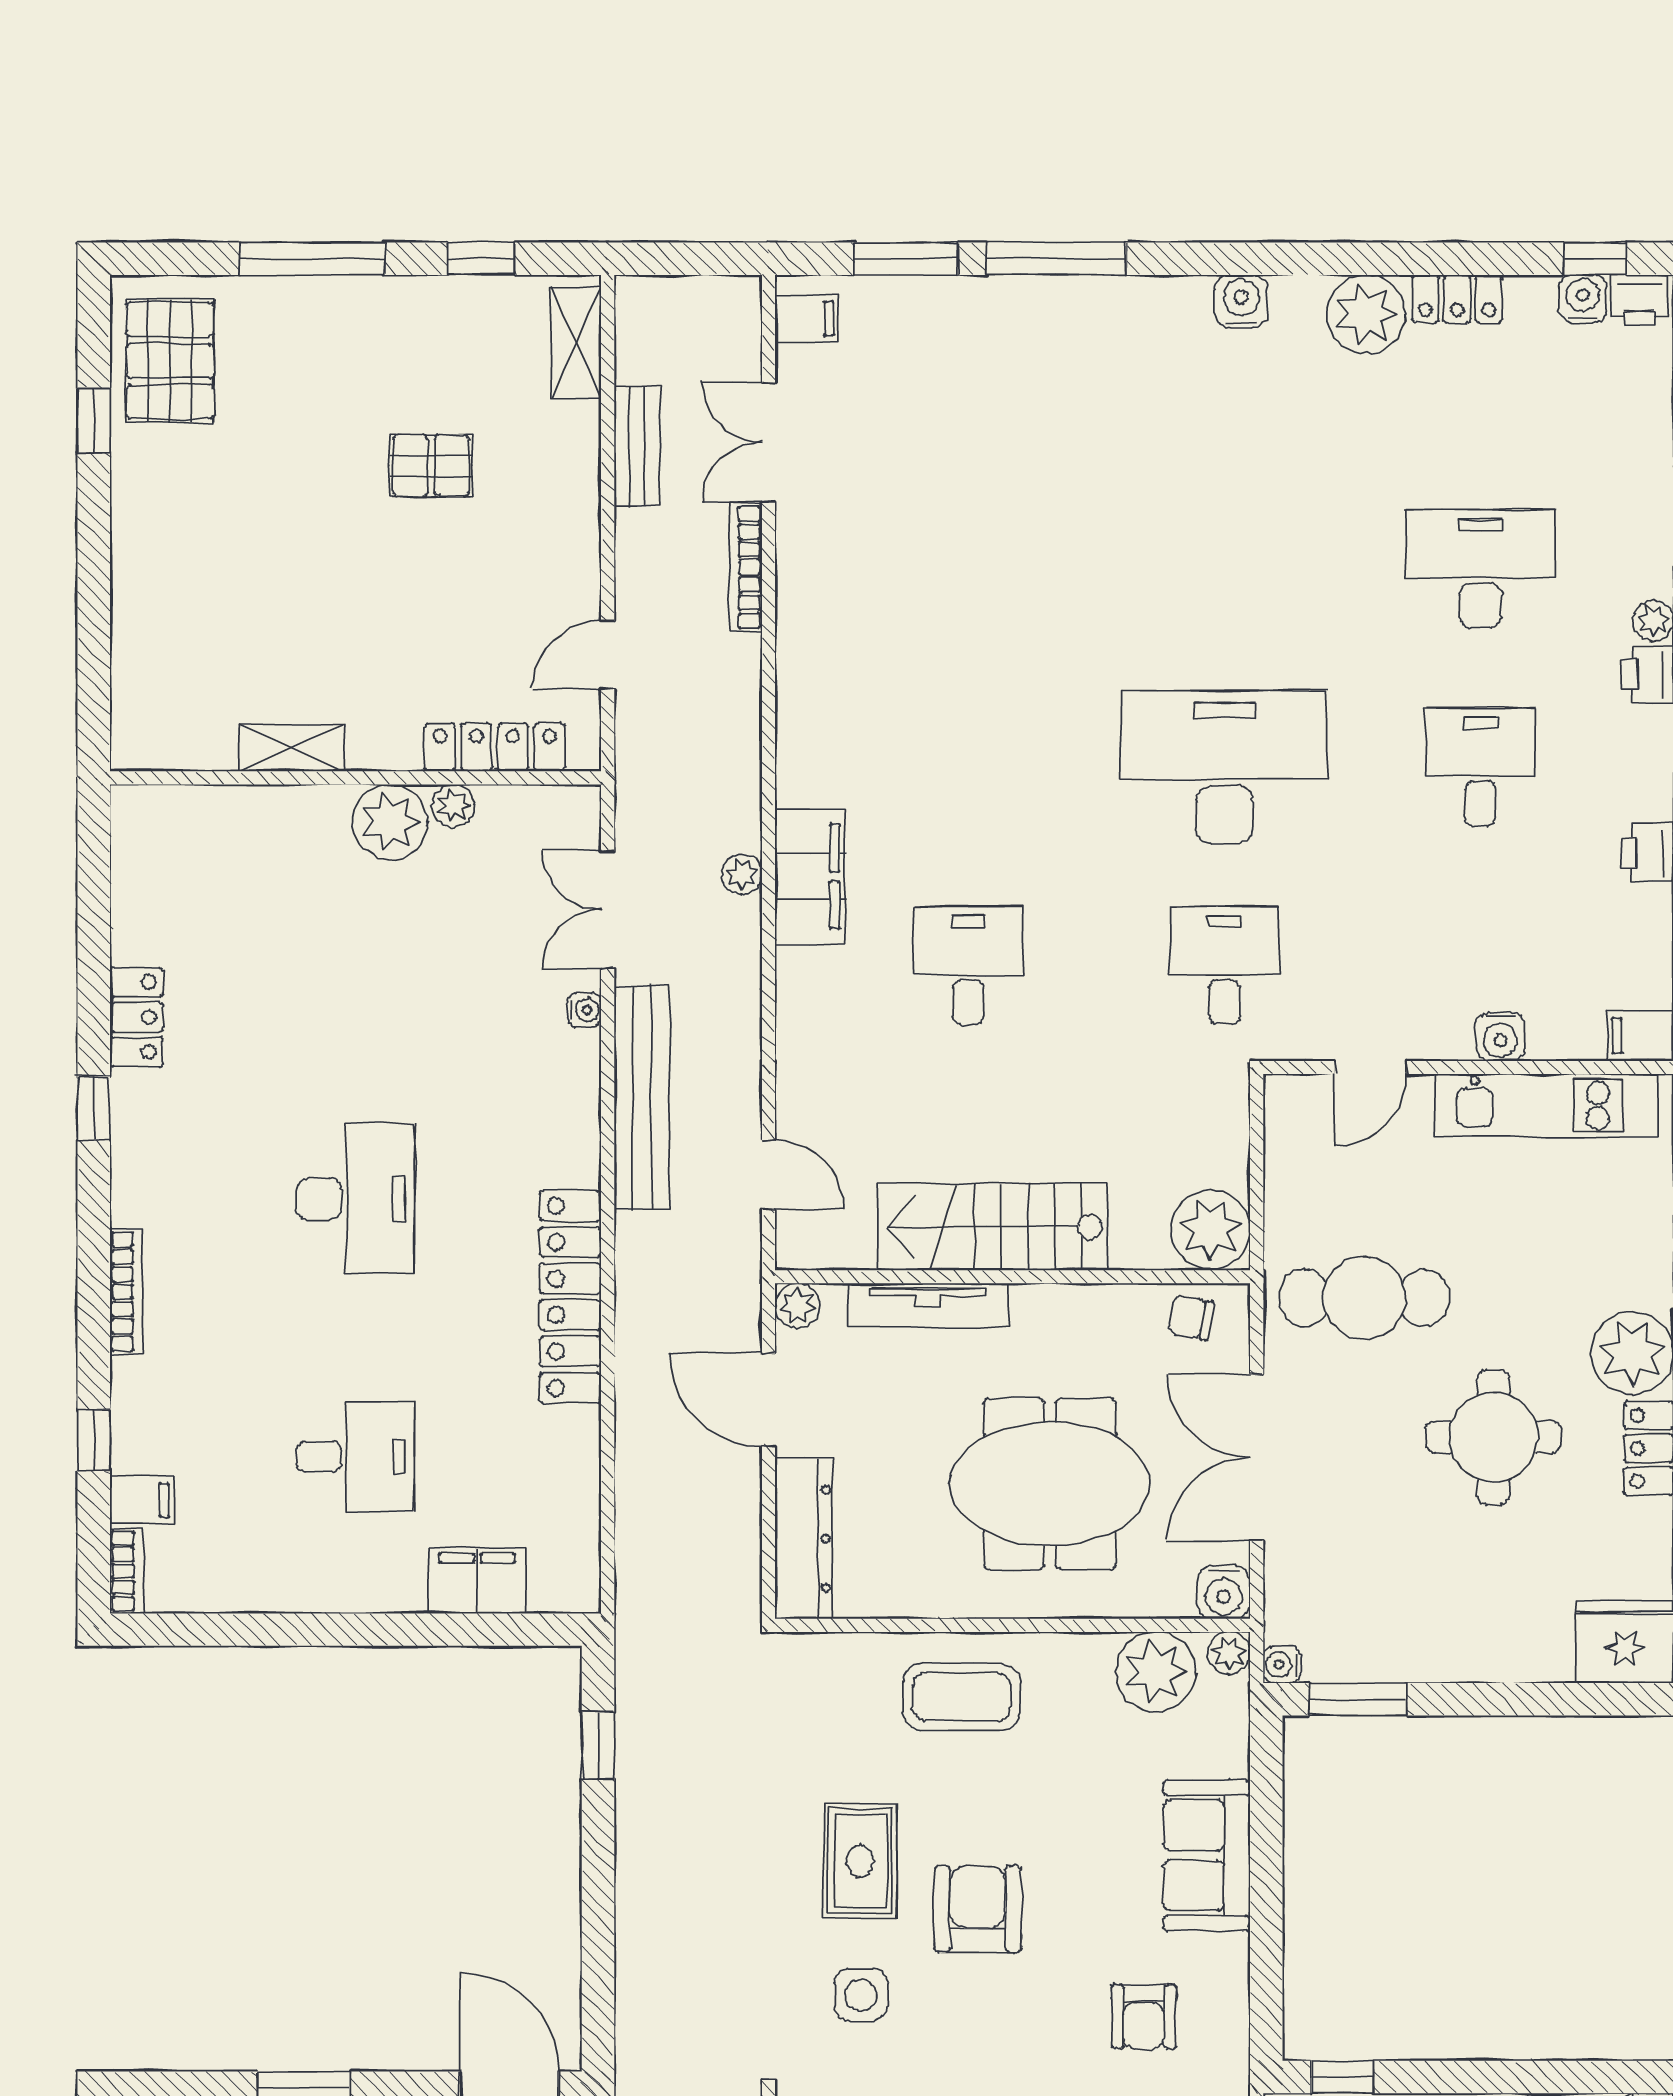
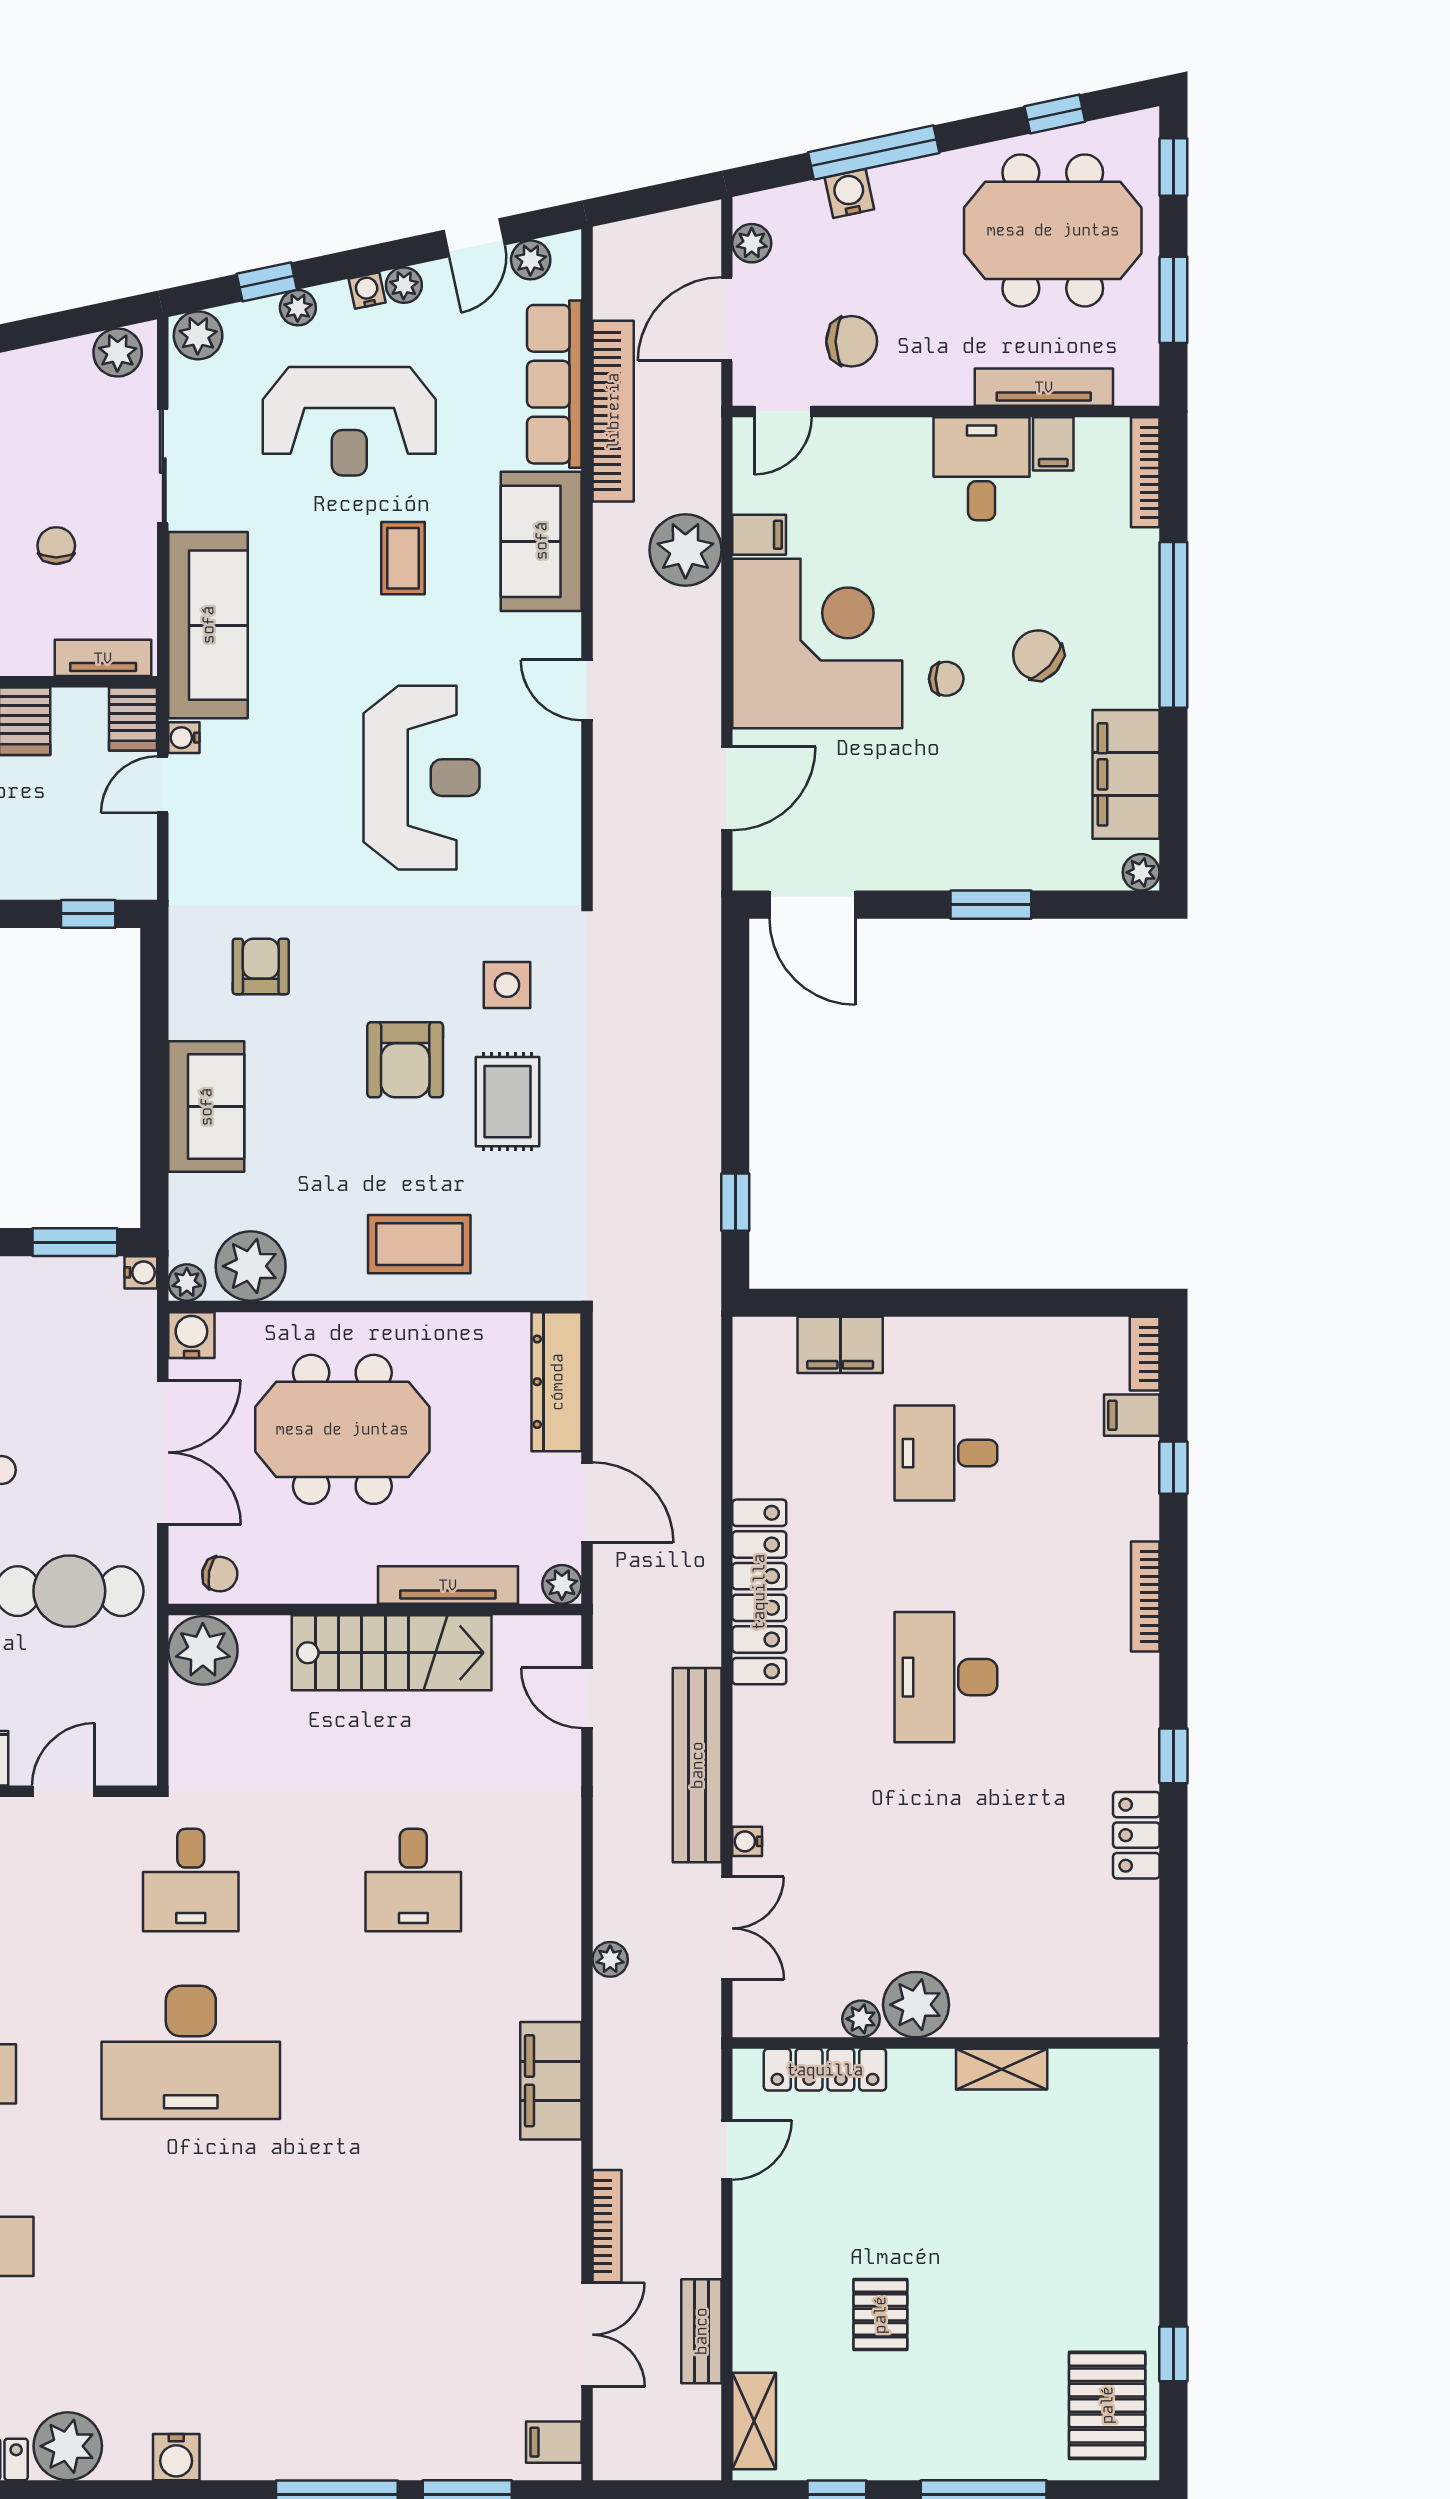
pallet: (431, 466) -> (880, 2315), turned 90
filing cabinet: (810, 877) -> (551, 2081), moved

